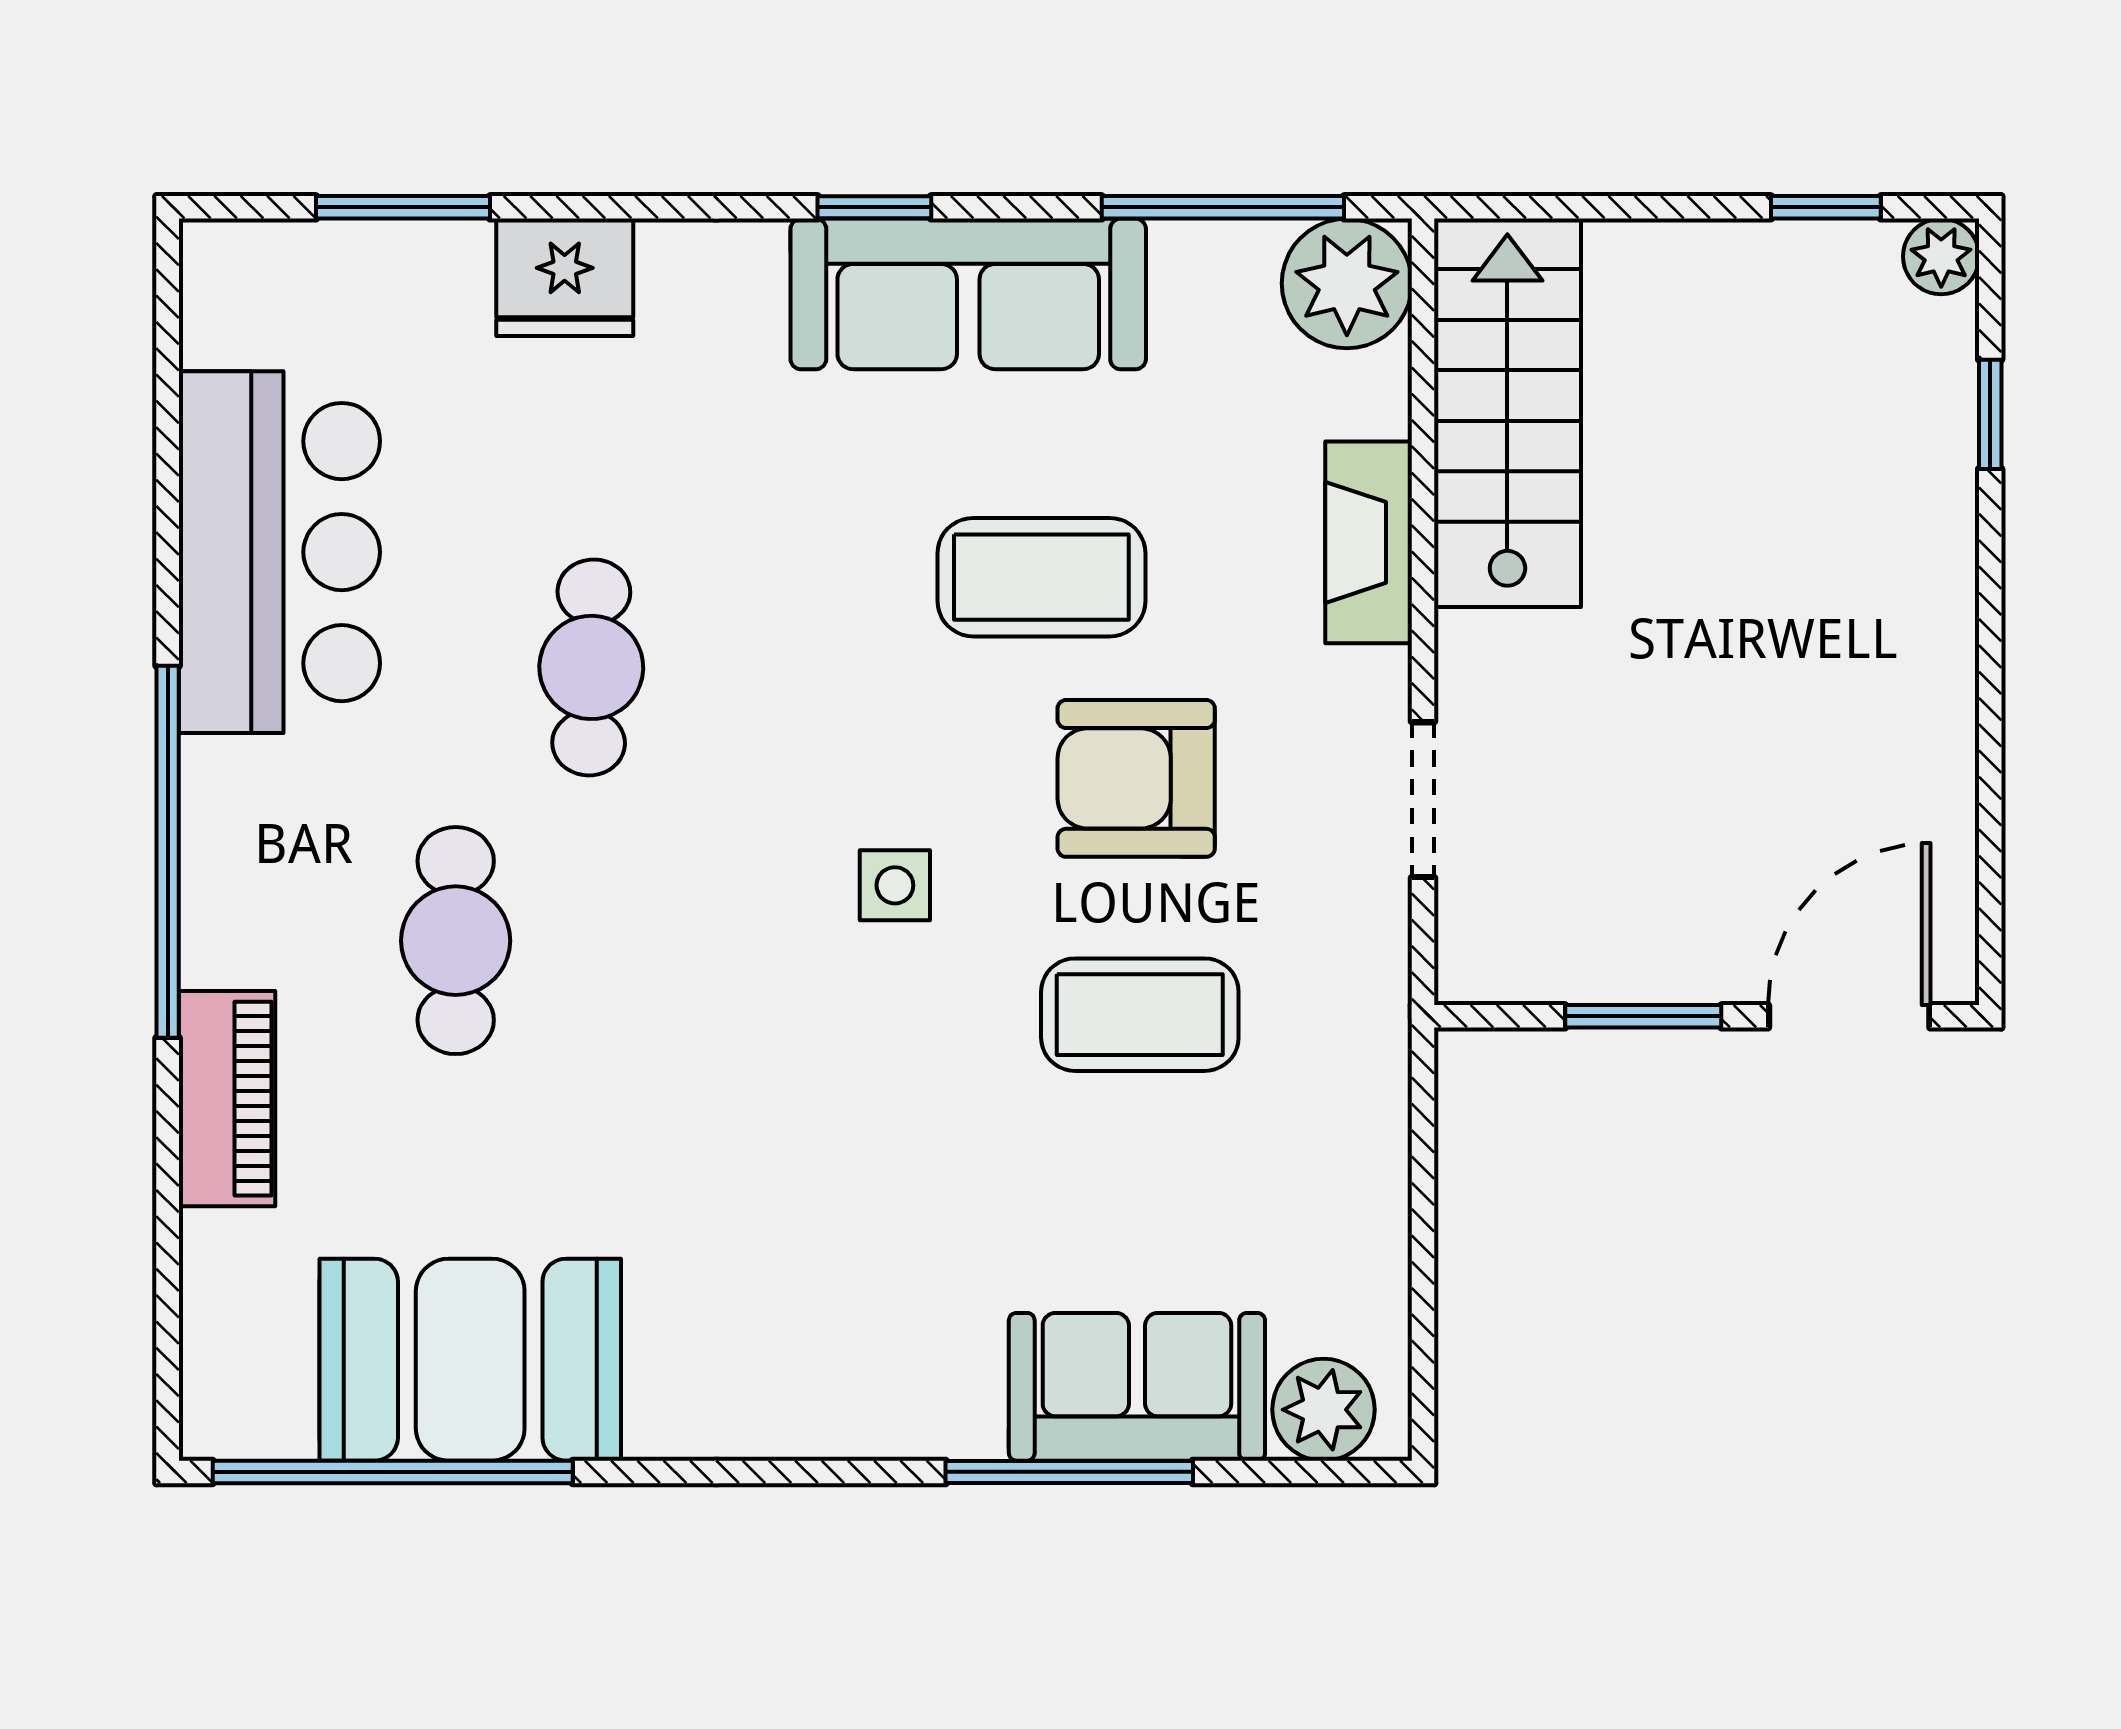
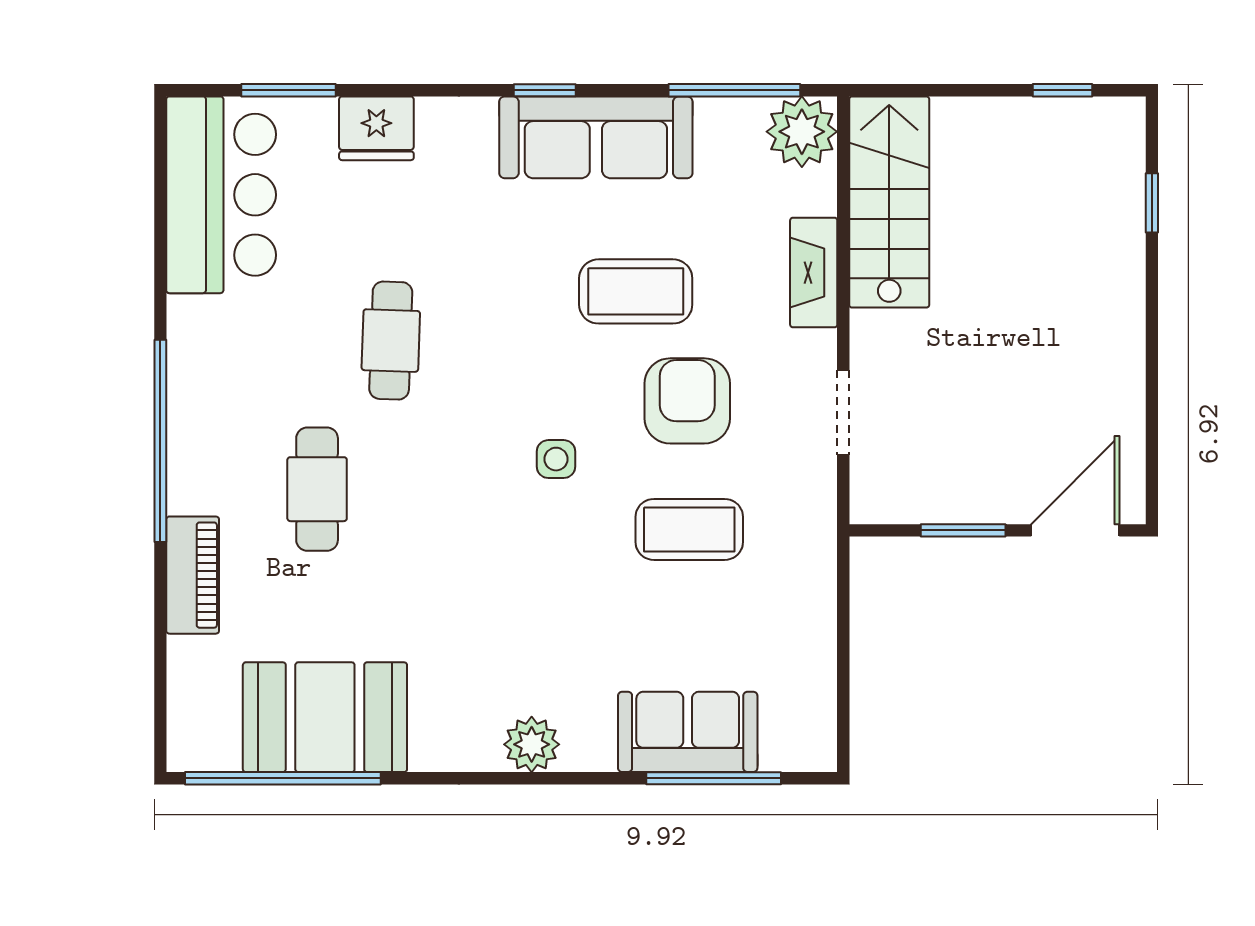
plant: (1941, 256) -> (1125, 117), removed
bar counter: (279, 552) -> (221, 195), moved
armchair: (1136, 778) -> (687, 401), turned 90
plant: (1324, 1410) -> (532, 744), moved
window: (1069, 1472) -> (714, 778), moved

